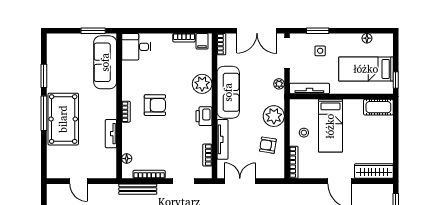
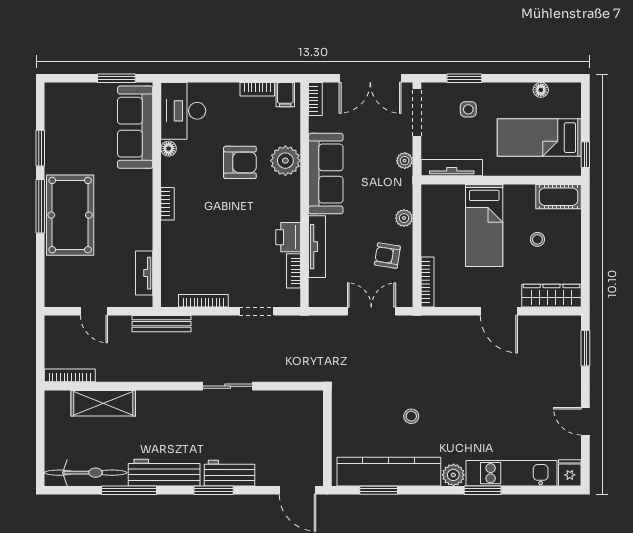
desk: (136, 47) -> (183, 111), width x1.37
armchair: (155, 105) -> (240, 162), moved
printer: (204, 116) -> (288, 237), moved
plant: (274, 116) -> (404, 218), width x0.53, depth x0.53
stool: (304, 133) -> (537, 239), moved
tv unit: (111, 134) -> (144, 273), moved
floor lamp: (127, 159) -> (169, 149), moved
double door: (240, 181) -> (371, 311), moved
bench: (138, 189) -> (161, 324), moved

